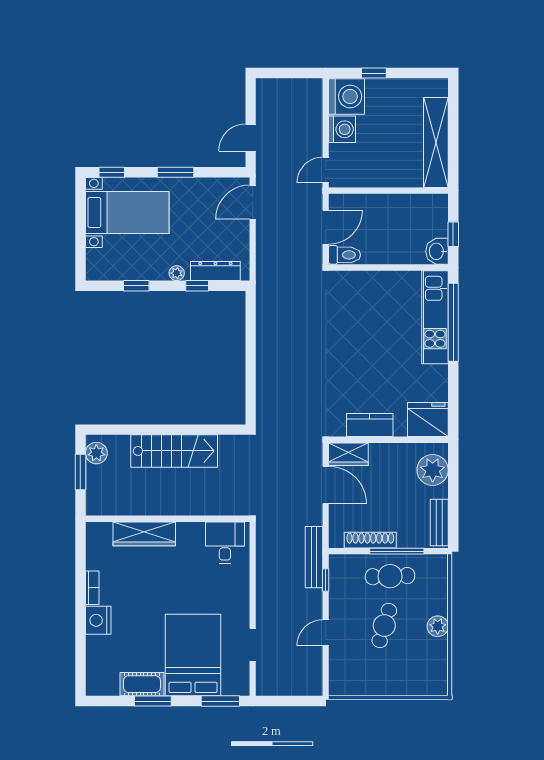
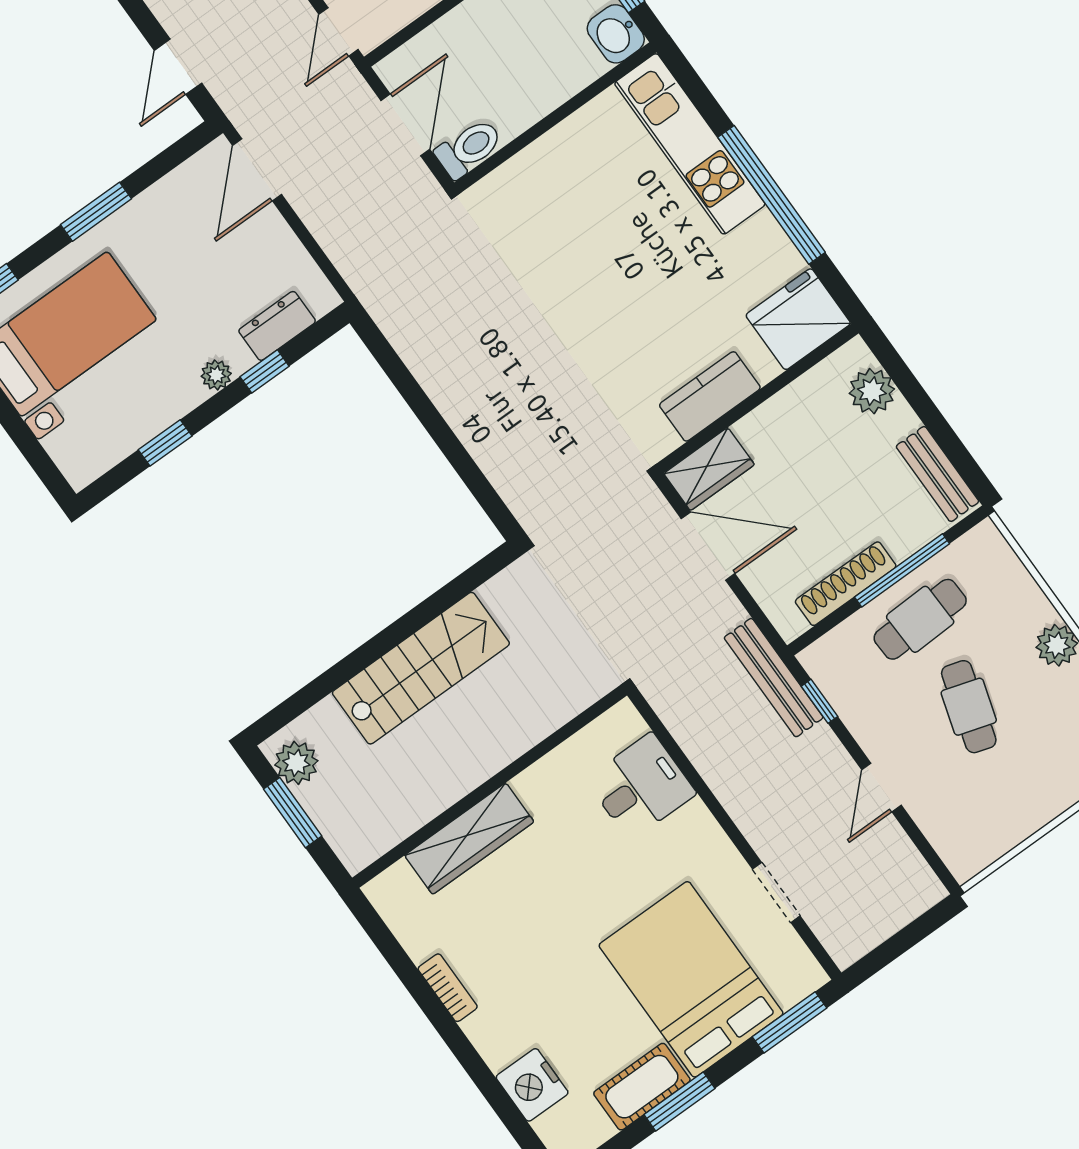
dresser: (215, 271) -> (277, 326), width x0.70
window: (453, 322) -> (772, 195), moved
plant: (433, 470) -> (872, 391), width x0.73, depth x0.73
desk: (225, 543) -> (641, 786), moved, turned 90
nightstand: (98, 620) -> (532, 1085), moved

